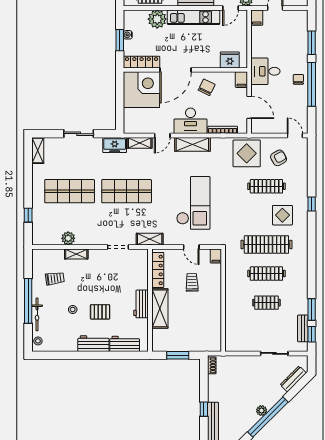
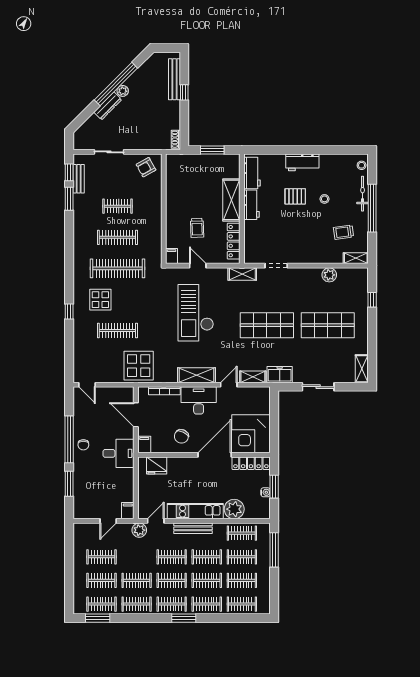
armchair: (279, 158) -> (146, 167), moved
shelving: (76, 254) -> (356, 258), moved
workbench: (125, 344) -> (252, 173), moved, turned -90
dresser: (293, 379) -> (108, 106), moved

